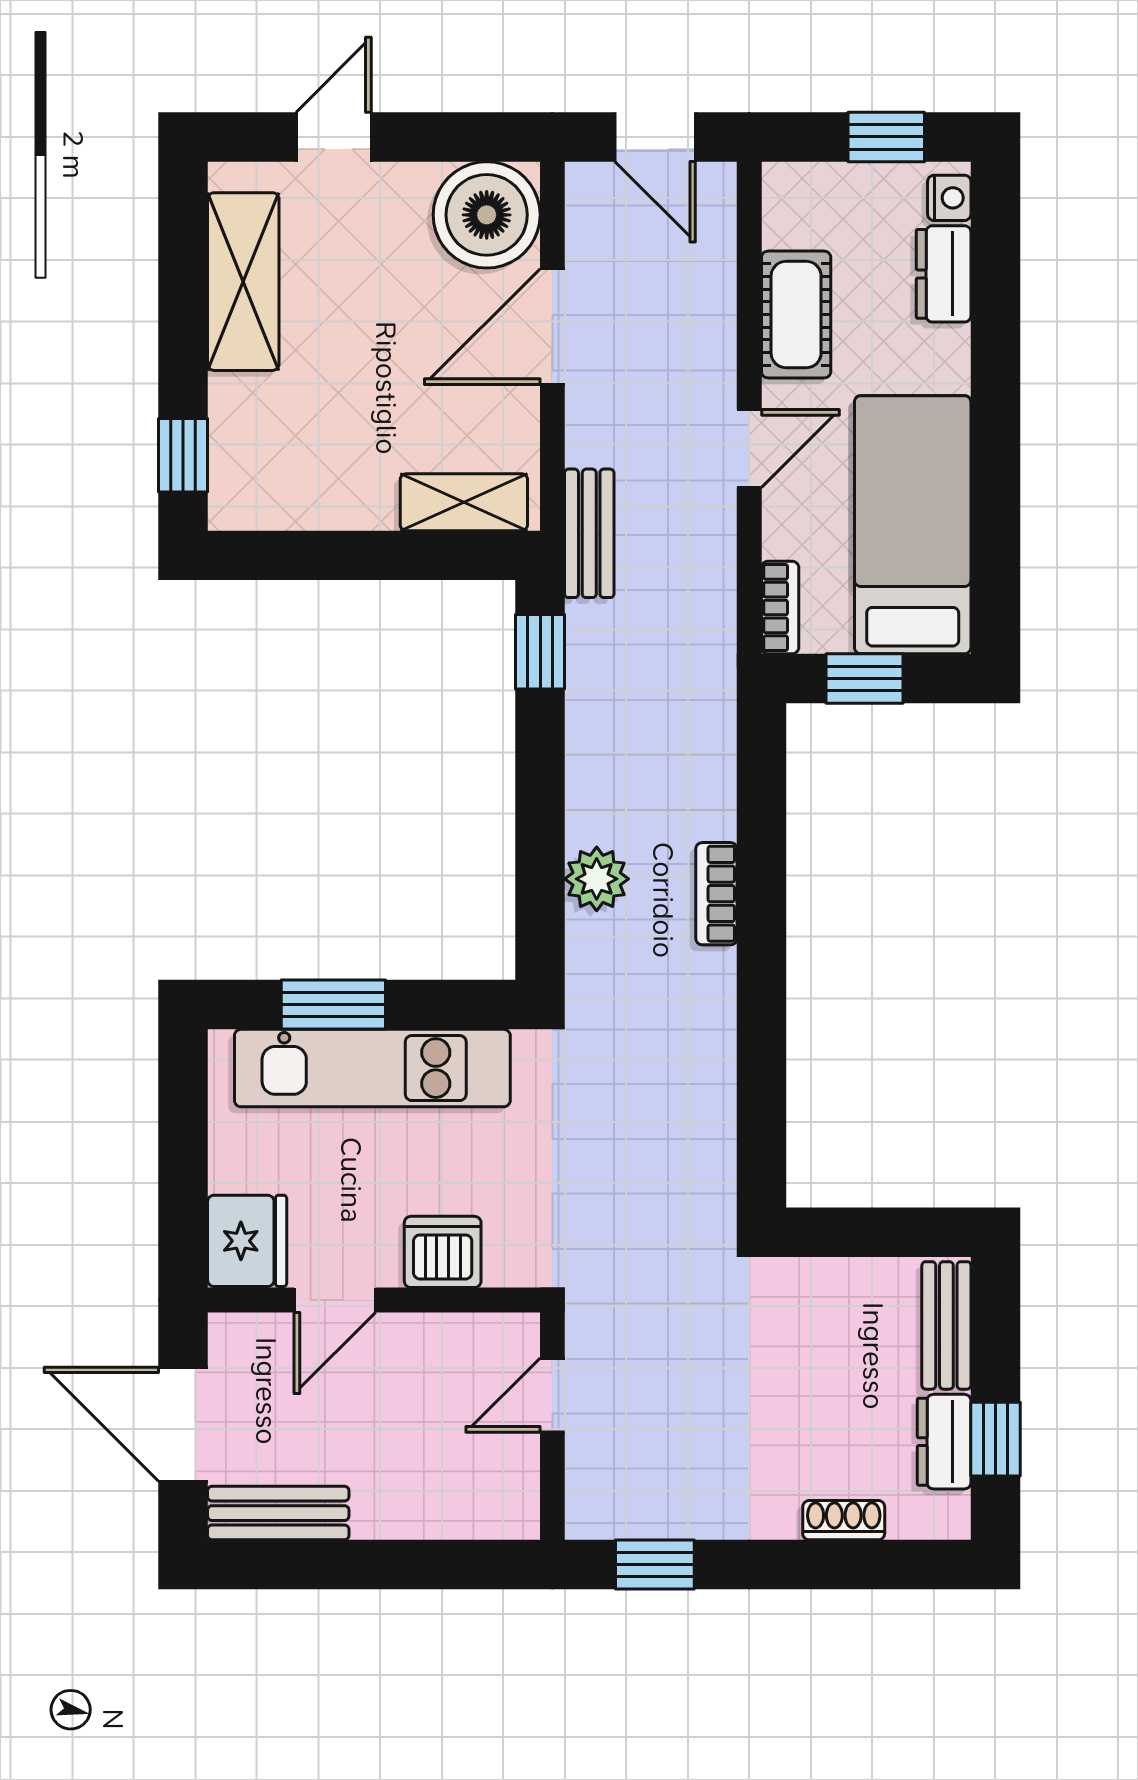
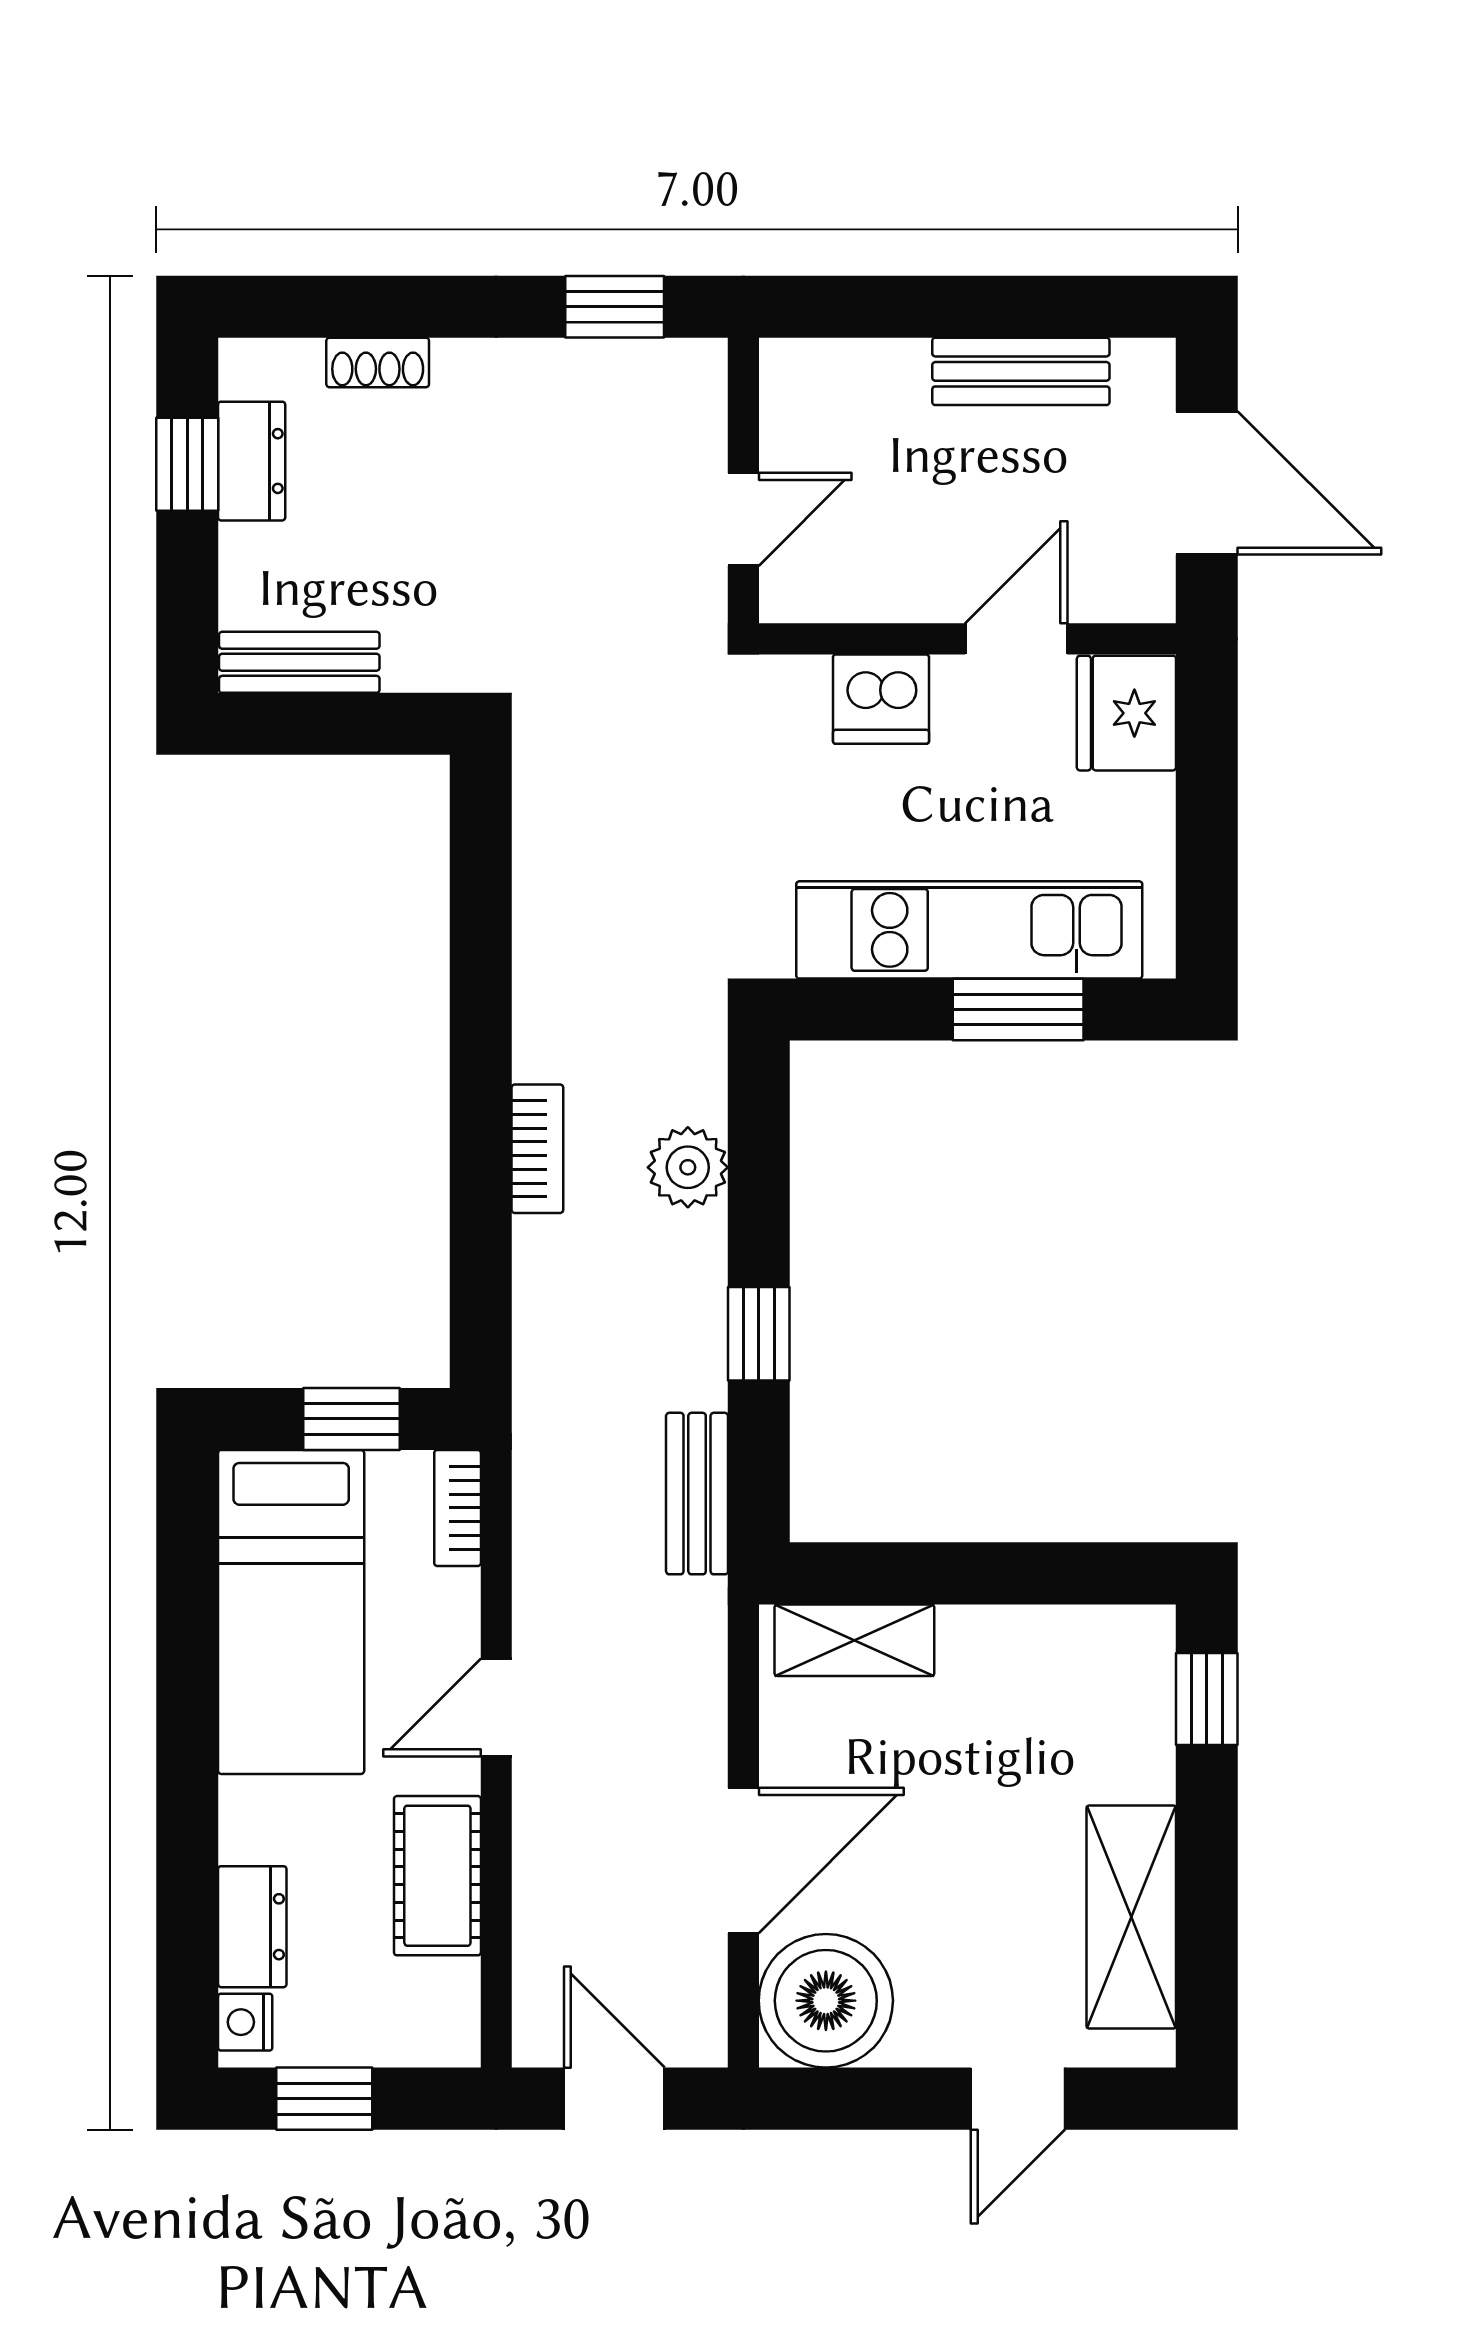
bench: (589, 533) -> (697, 1494), moved
window: (540, 652) -> (759, 1334), moved
bench: (946, 1325) -> (299, 662), moved, turned 90
bench: (278, 1513) -> (1021, 371), moved

